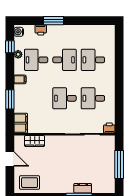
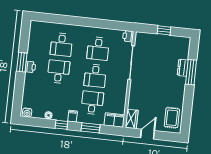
window: (53, 21) -> (22, 62), moved
printer: (41, 30) -> (30, 67), moved
window: (10, 47) -> (61, 125), moved
desk: (36, 60) -> (92, 103), moved, turned 180
wardrobe: (35, 141) -> (132, 119), moved
window: (119, 165) -> (164, 30), width x0.46

